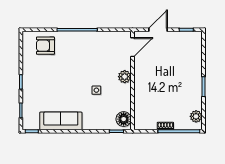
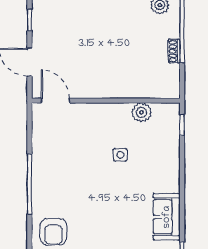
plant: (125, 77) -> (141, 112), moved
floor lamp: (124, 119) -> (164, 114), removed
sofa: (61, 121) -> (167, 217), width x0.73

